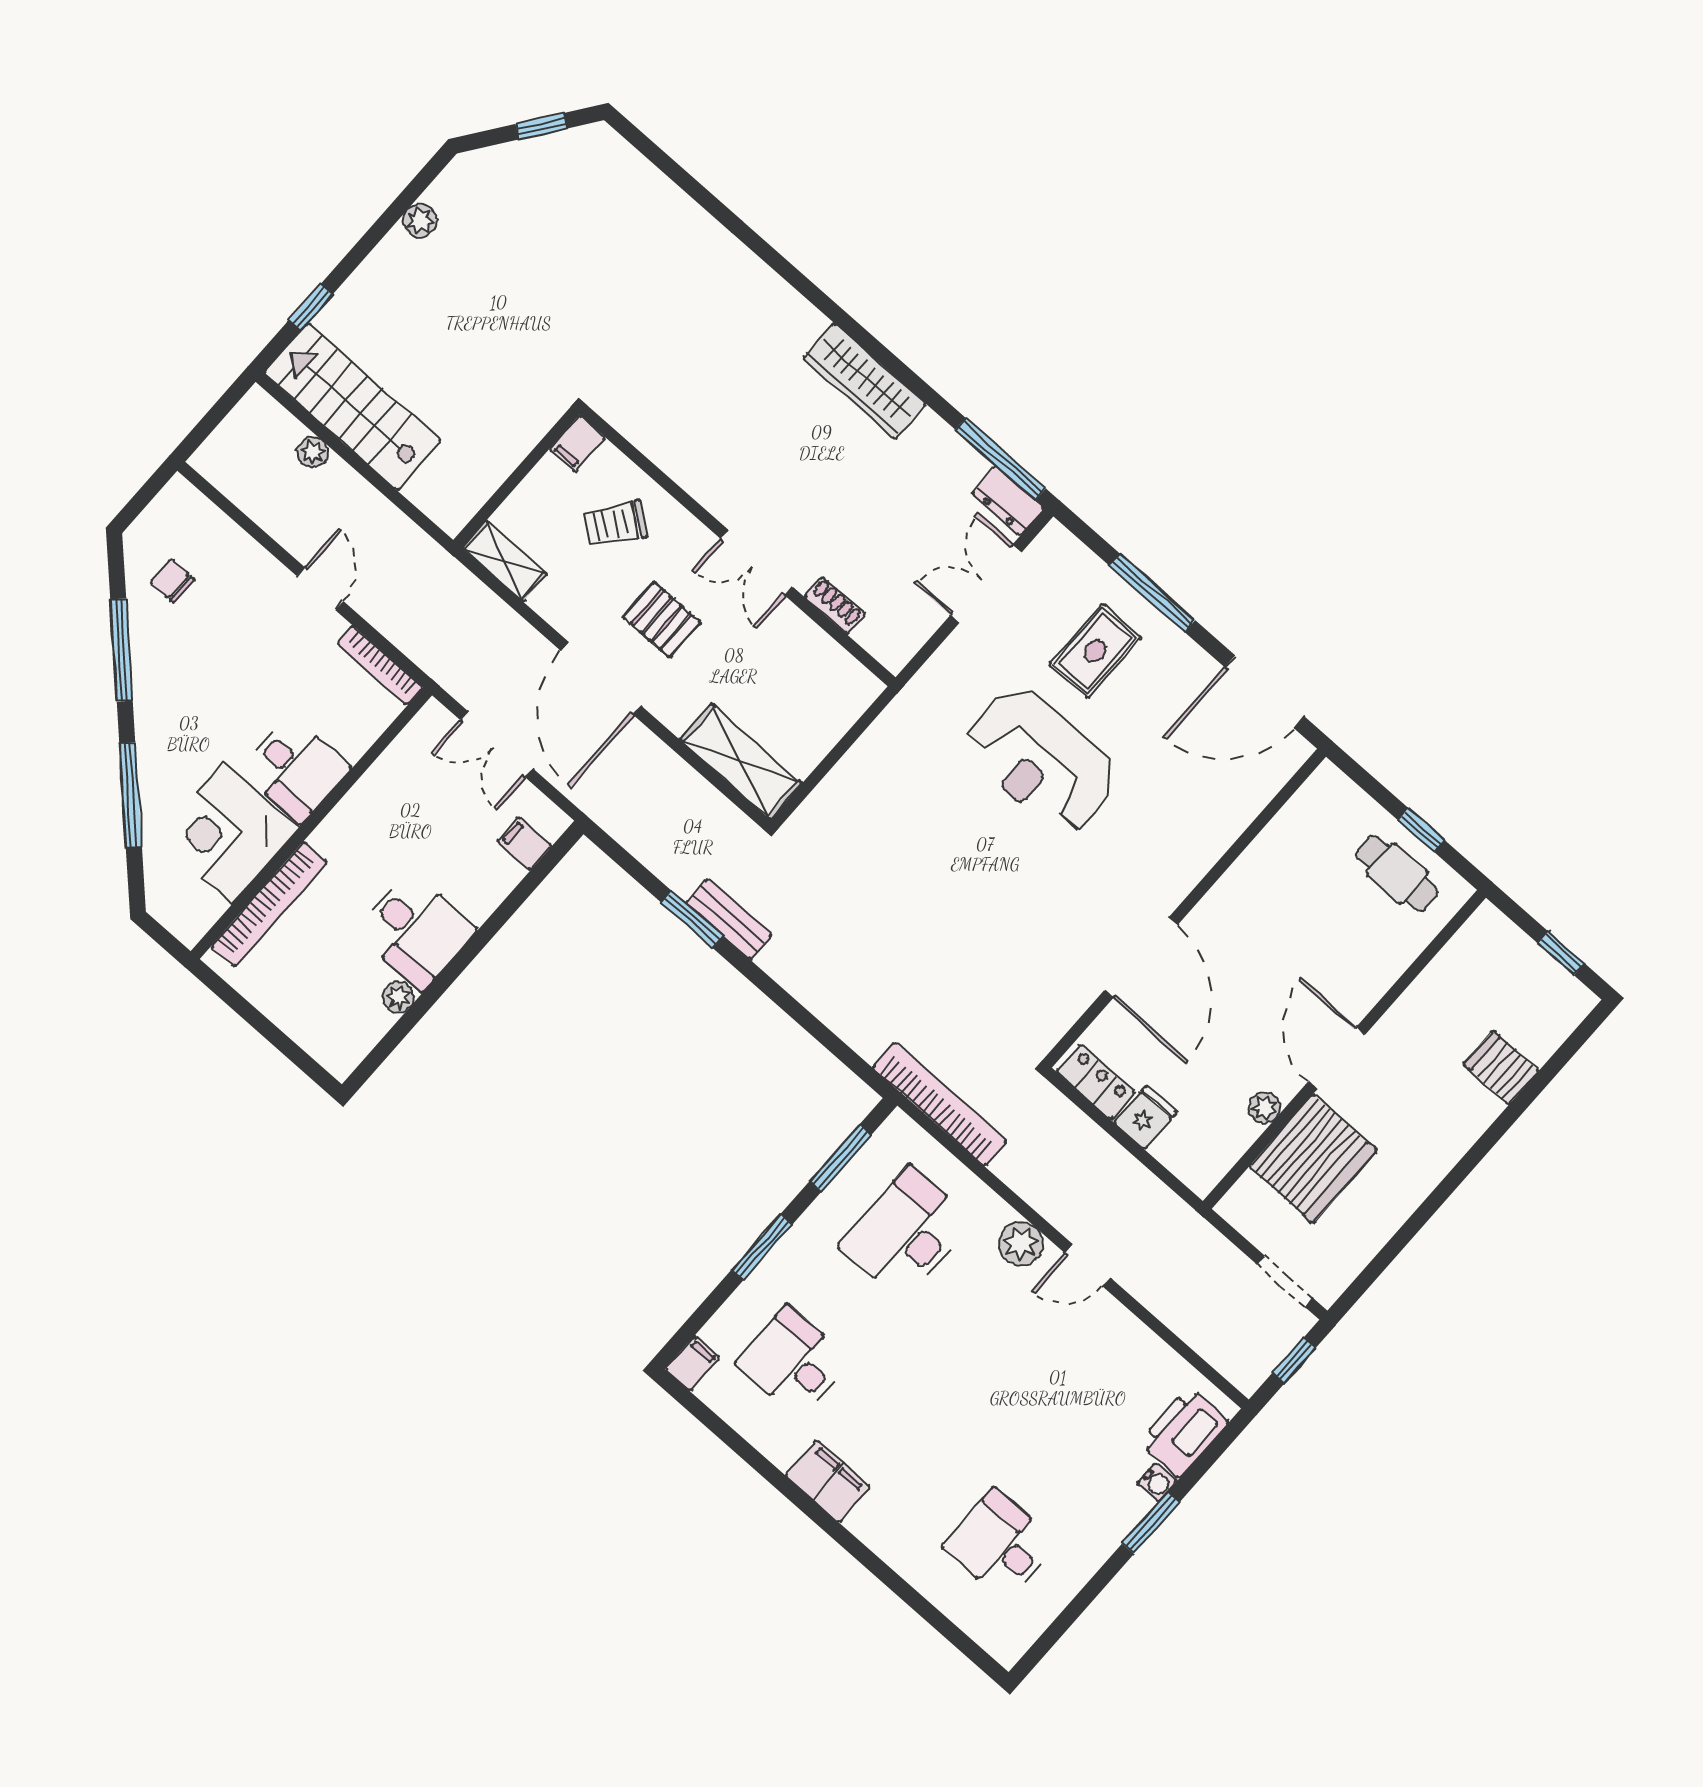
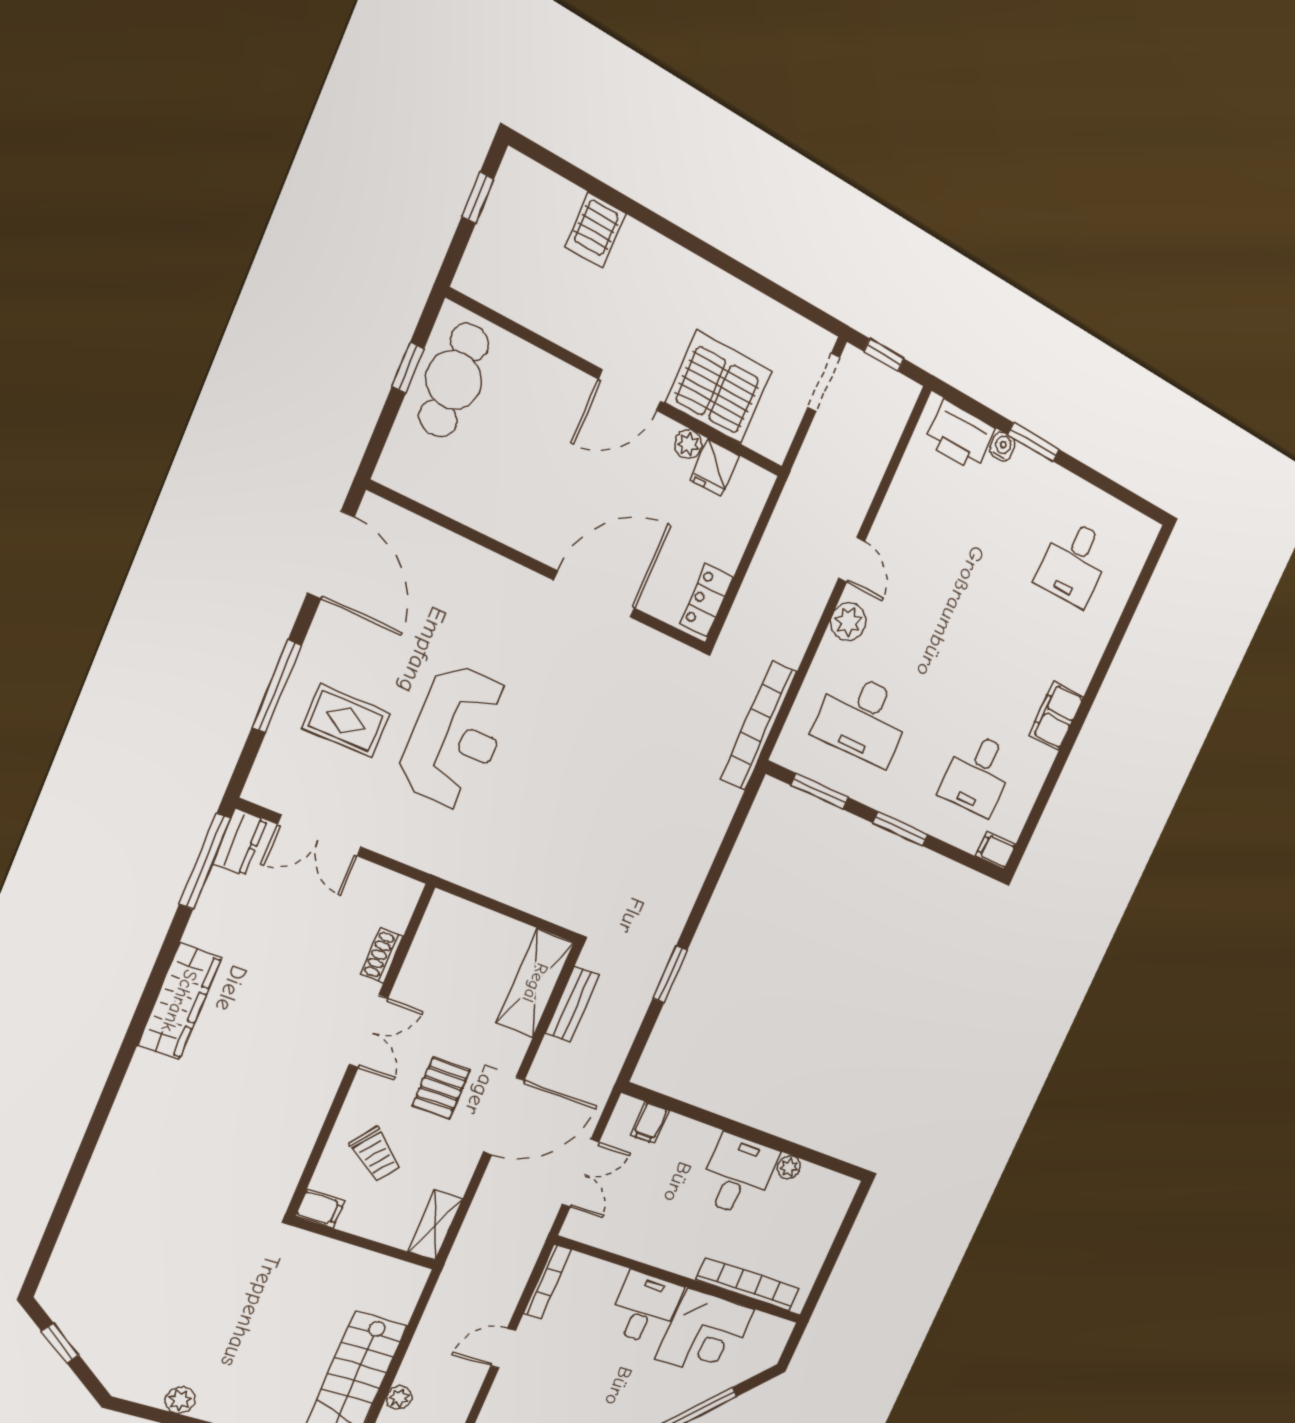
cafe table: (1397, 873) -> (454, 380), width x1.37, depth x1.35
bench: (729, 919) -> (572, 1004), moved
fridge: (1145, 1117) -> (715, 468), moved, turned -90

